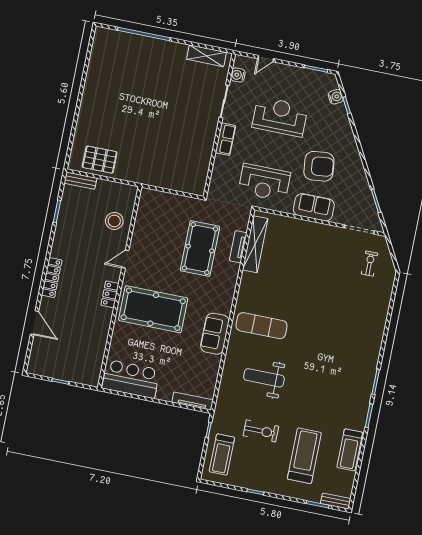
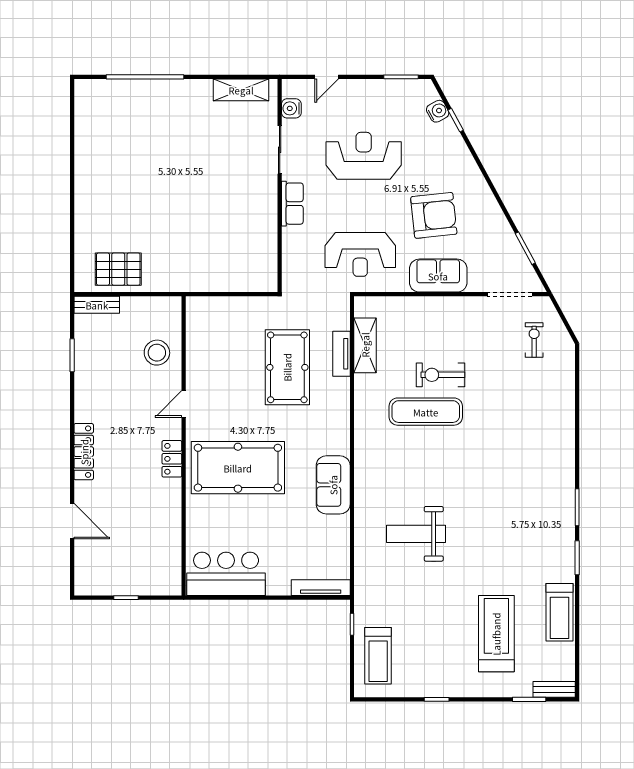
shelving: (255, 244) -> (365, 345), width x0.68
exercise mat: (261, 326) -> (426, 412), moved
exercise bike: (261, 431) -> (440, 375), moved, turned 180

